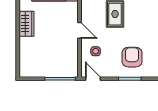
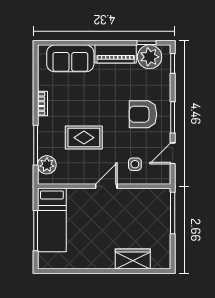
wardrobe: (26, 24) -> (133, 259), moved
door: (93, 79) -> (173, 153), moved

